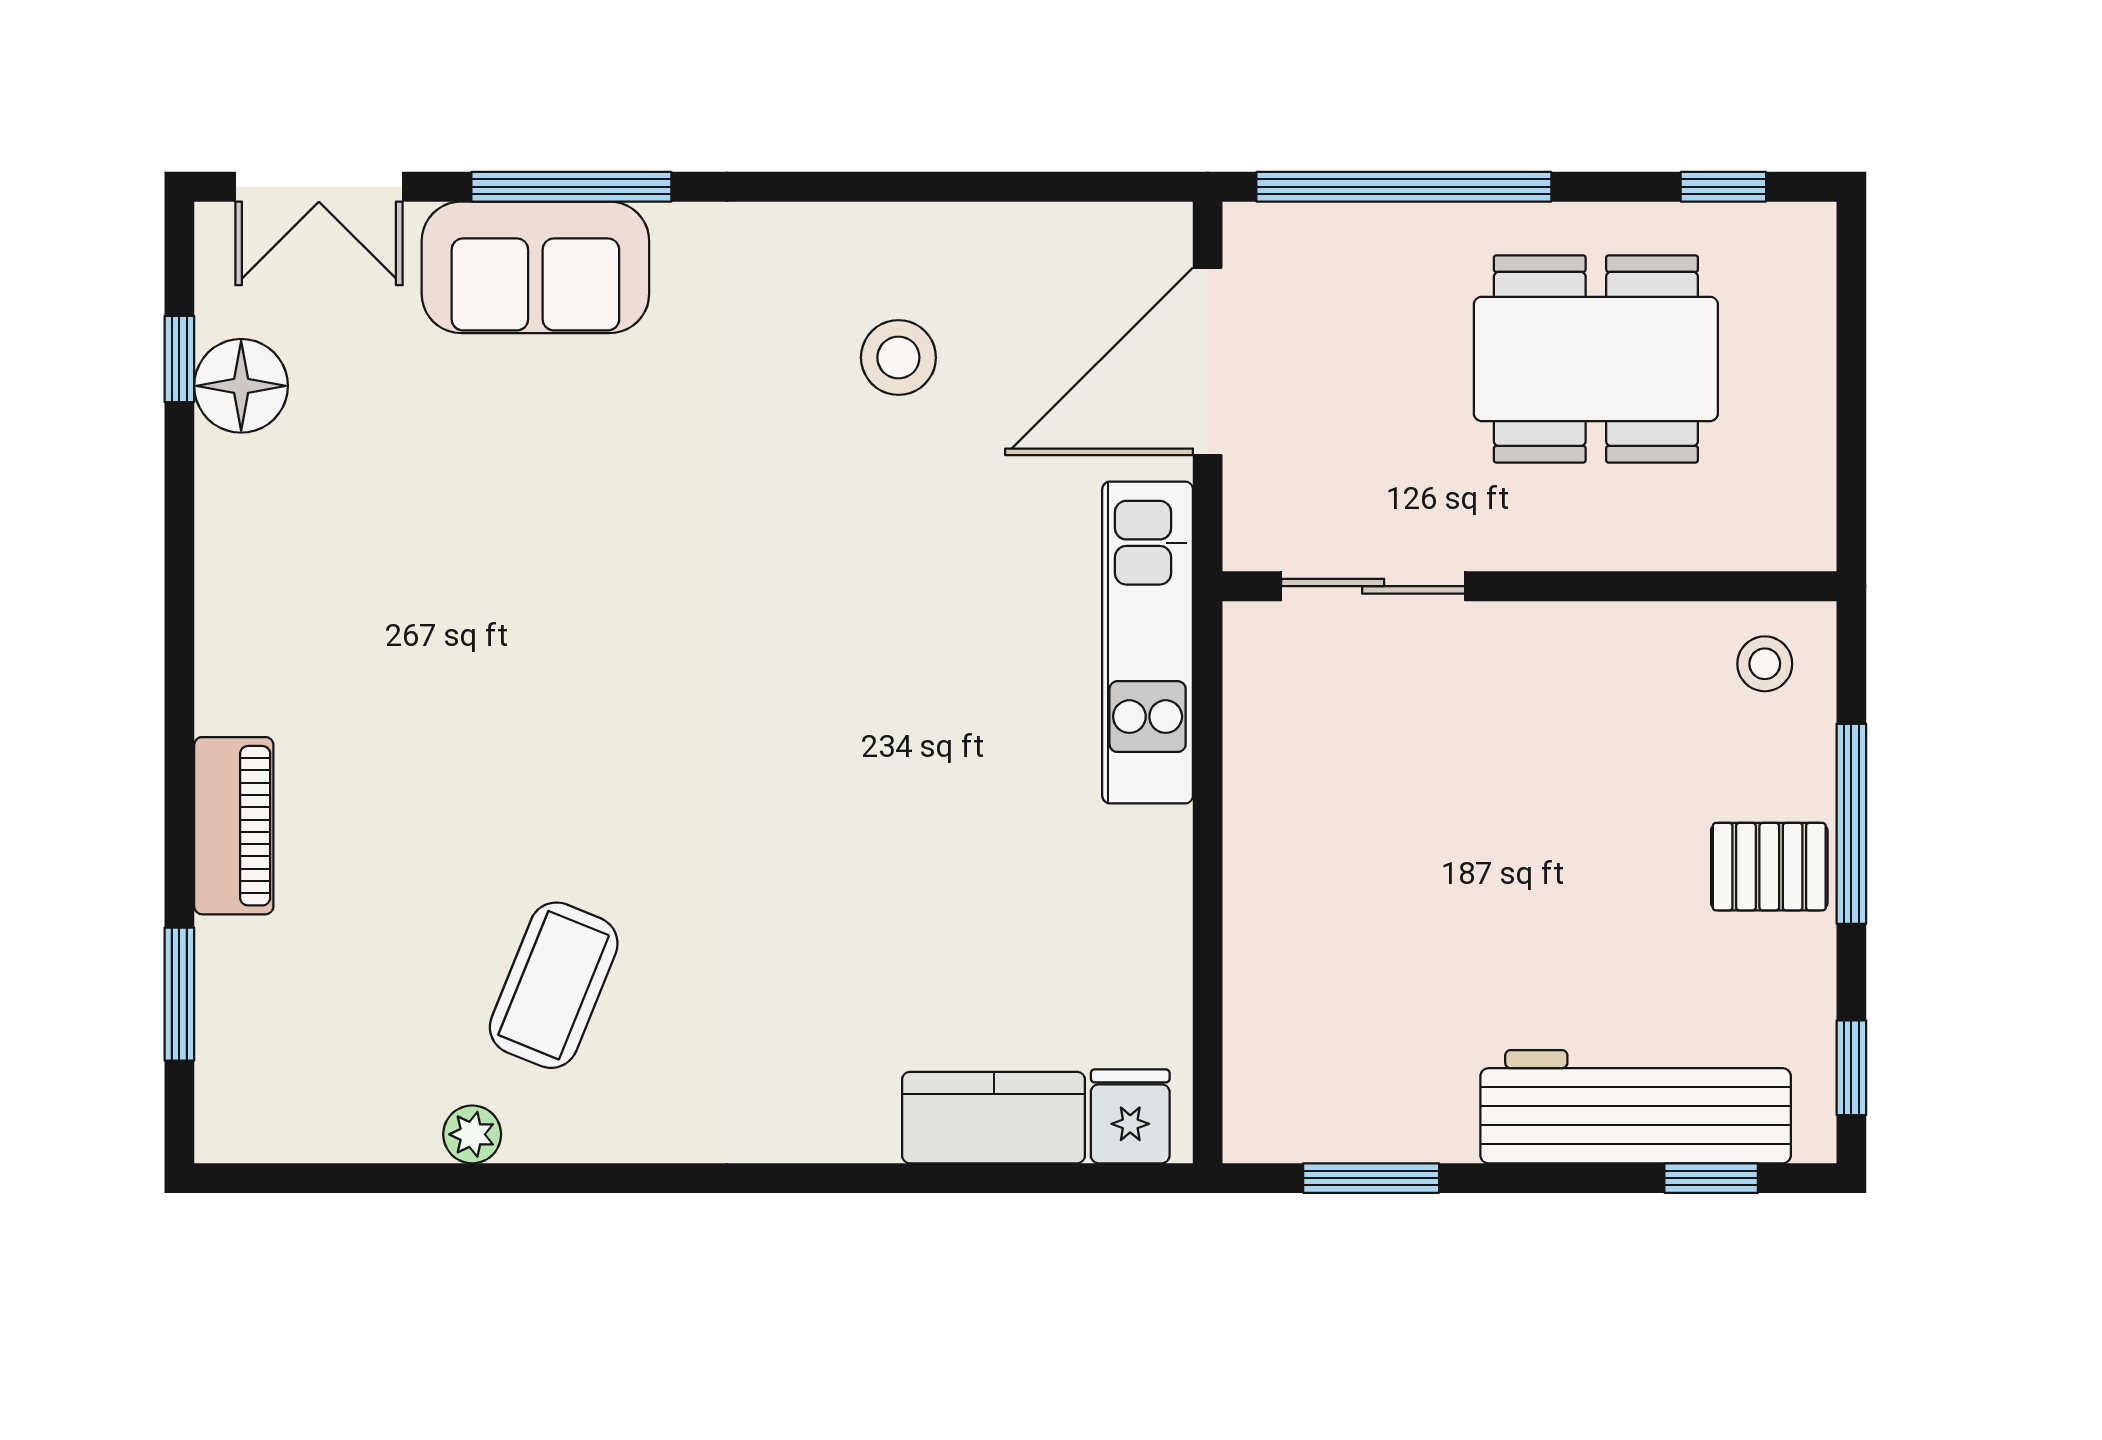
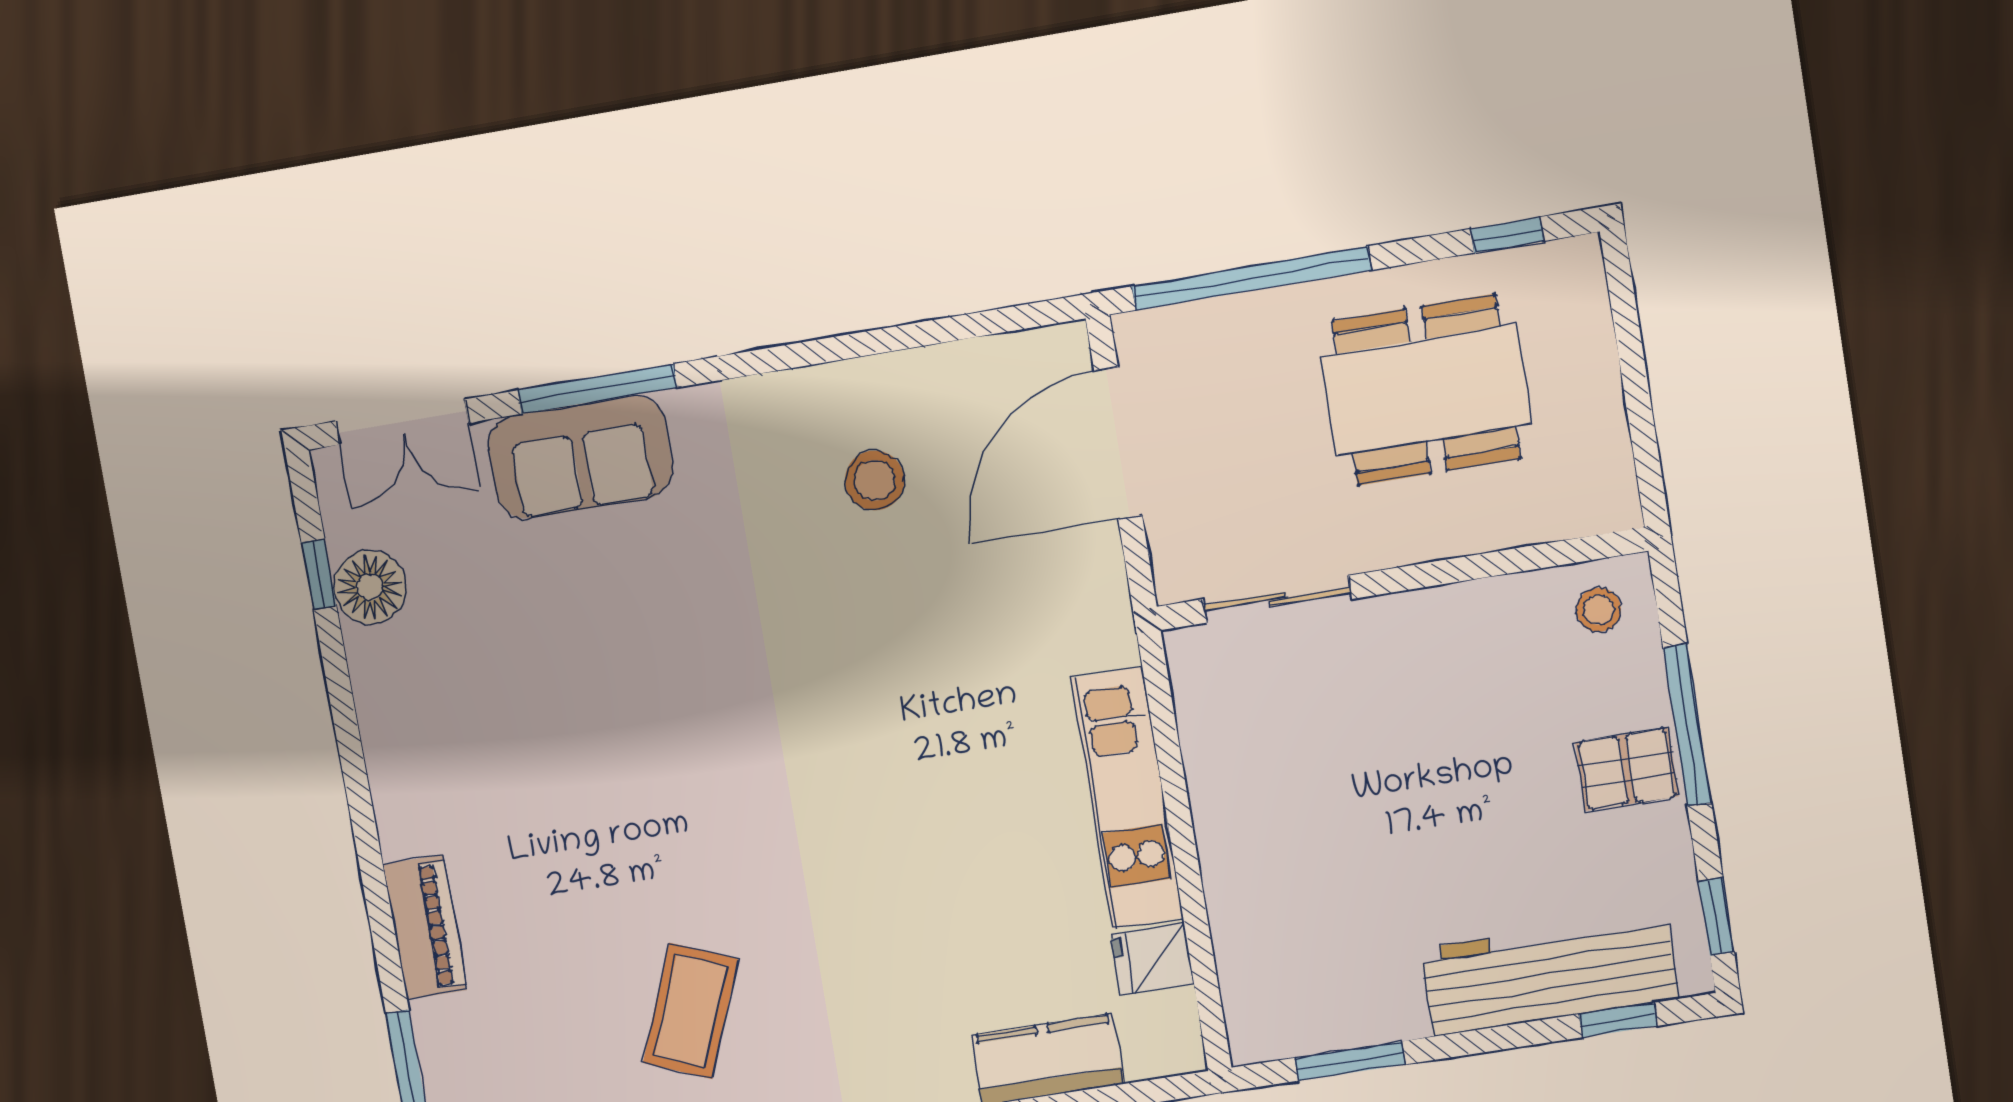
kitchen unit: (1148, 643) -> (1127, 798), moved
fridge: (1130, 1116) -> (1152, 959), moved, turned -90

